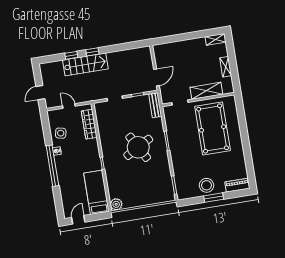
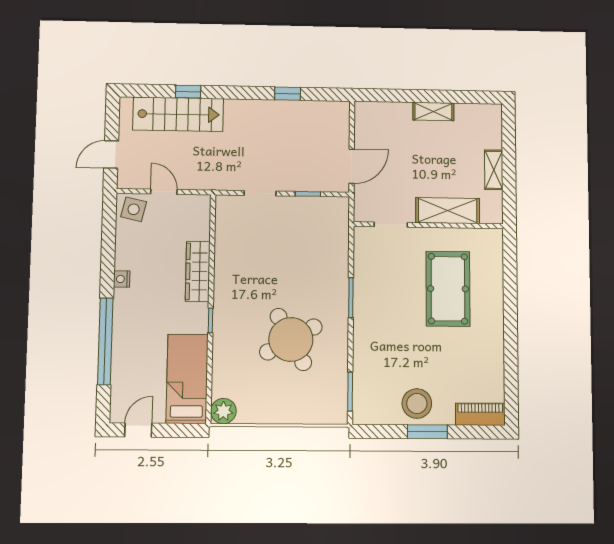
shelving: (216, 39) -> (433, 111), moved
window: (92, 52) -> (288, 94), moved
stairs: (85, 64) -> (178, 114), moved
bench: (155, 105) -> (340, 221), removed
wardrobe: (89, 124) -> (198, 271), moved
pool table: (213, 128) -> (448, 289), width x0.73, depth x0.76
side table: (61, 133) -> (134, 209), moved
round table: (138, 147) -> (291, 339), moved
window: (52, 166) -> (105, 341), moved

